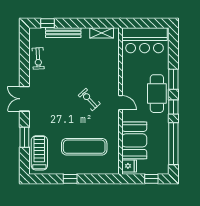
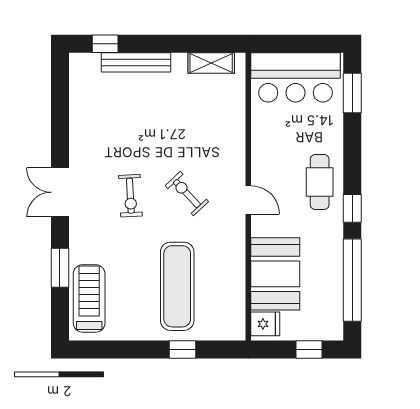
exercise bike: (38, 58) -> (130, 196), moved
window: (173, 79) -> (352, 93), moved
cafe table: (157, 94) -> (320, 182), width x0.73, depth x0.74
exercise mat: (84, 147) -> (177, 286), turned 90
window: (70, 179) -> (182, 349), moved

